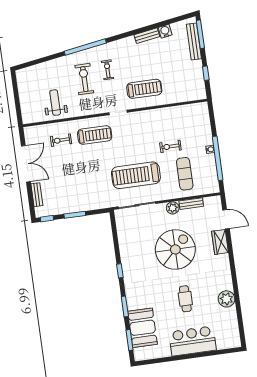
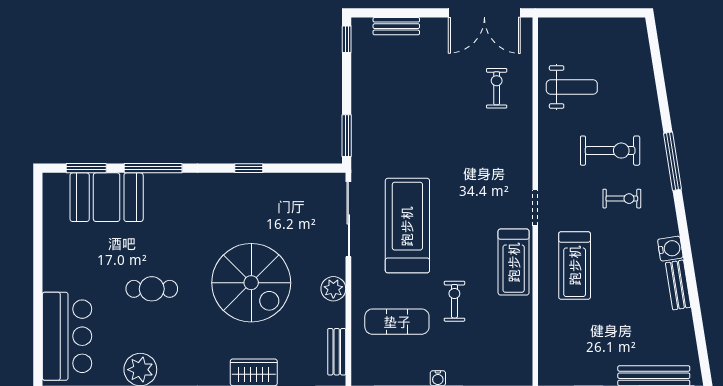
water cooler: (165, 31) -> (670, 249), moved
window: (85, 47) -> (672, 161), width x0.68
treadmill: (95, 135) -> (514, 262), moved
double door: (26, 164) -> (484, 13), moved
bench: (191, 204) -> (337, 352), moved
window: (75, 215) -> (347, 136), moved
window: (120, 271) -> (249, 168), moved
window: (125, 306) -> (153, 168), width x1.44
bar counter: (193, 341) -> (67, 336), moved

